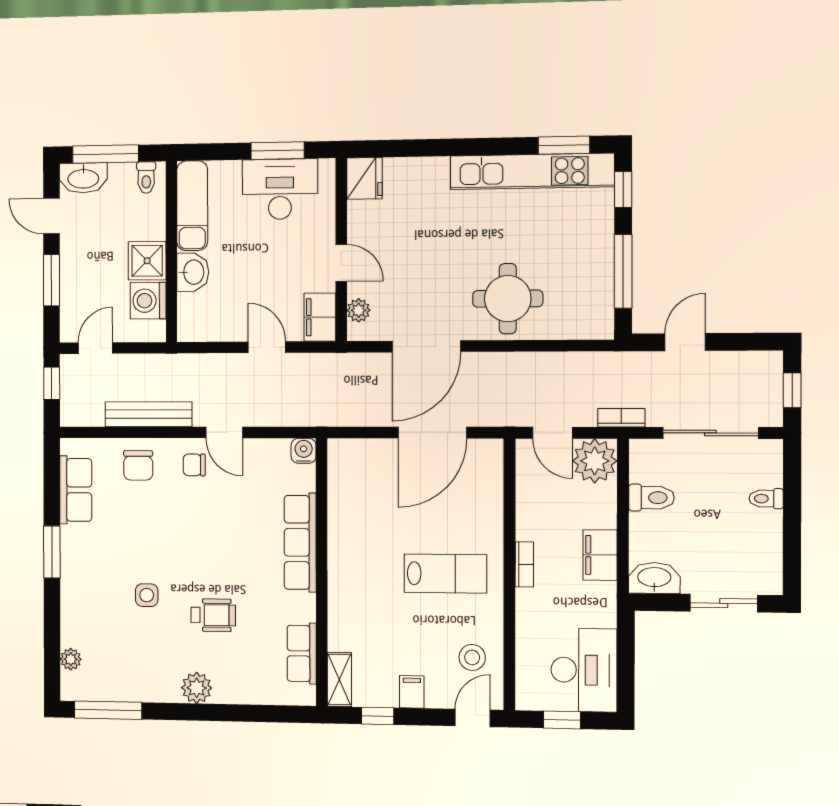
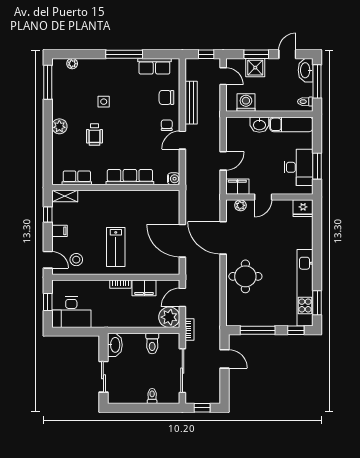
shower: (147, 261) -> (255, 68), moved
window: (52, 552) -> (124, 54), width x1.44
filing cabinet: (600, 555) -> (144, 288), moved, turned 180

